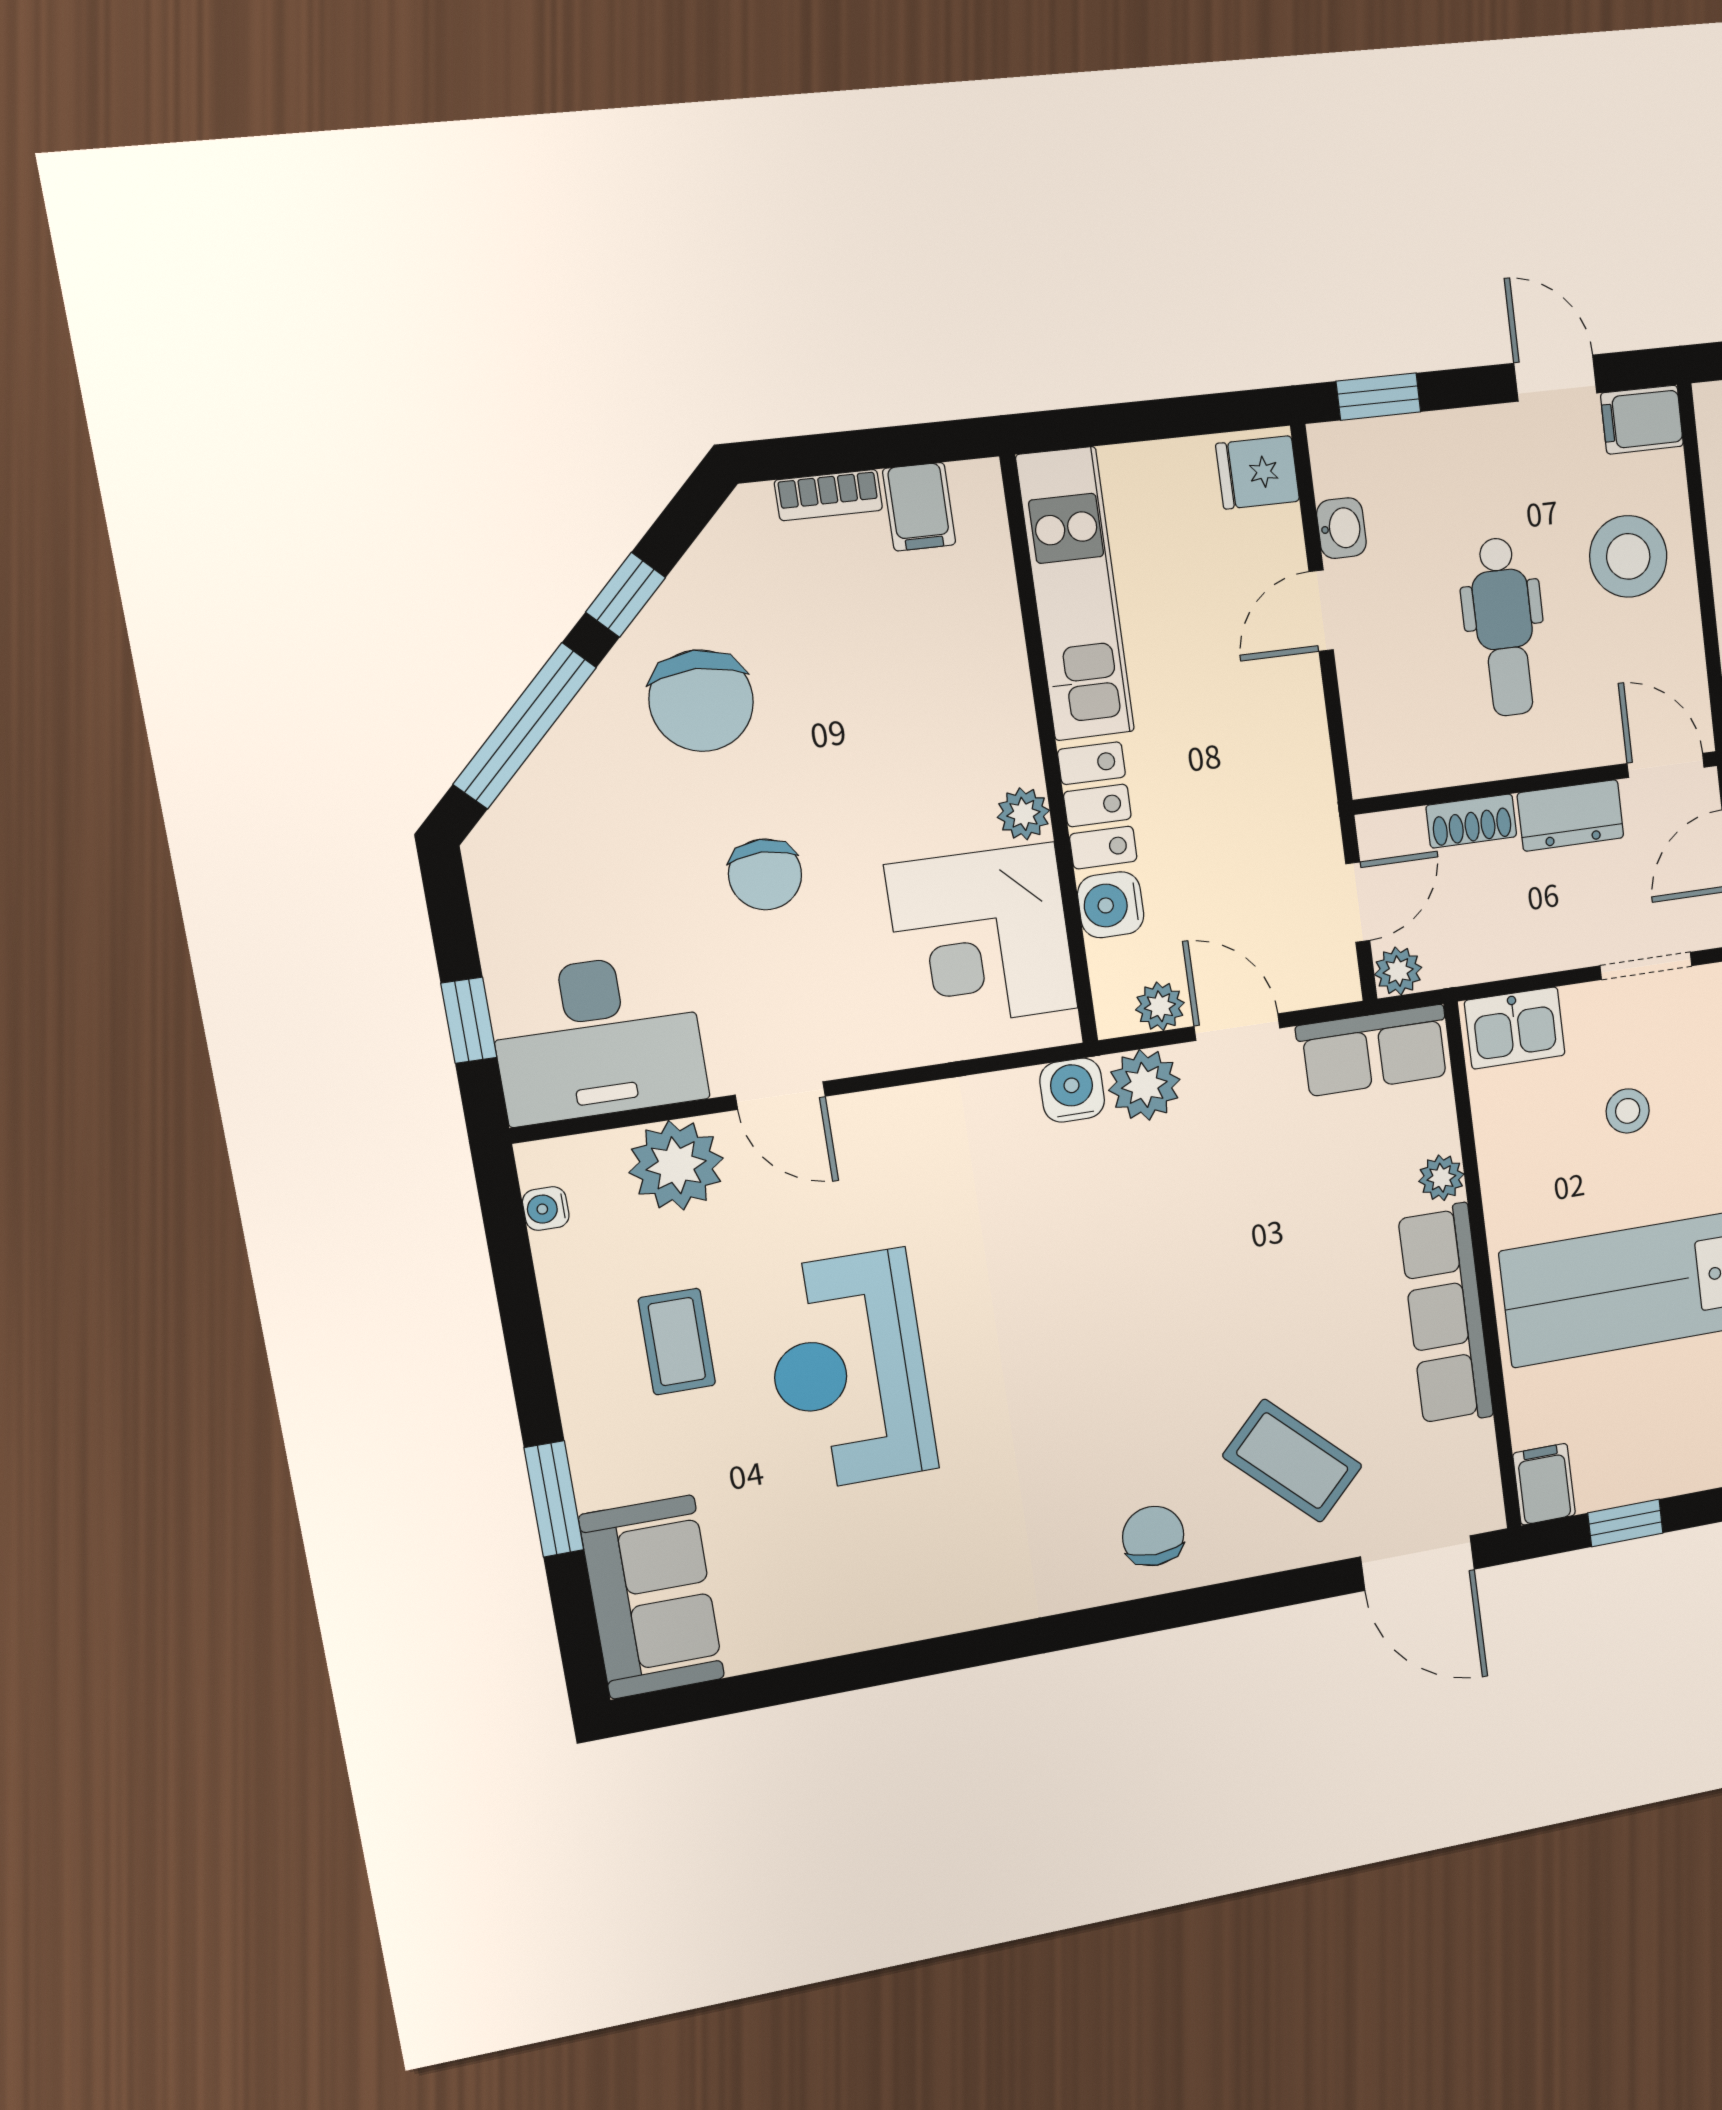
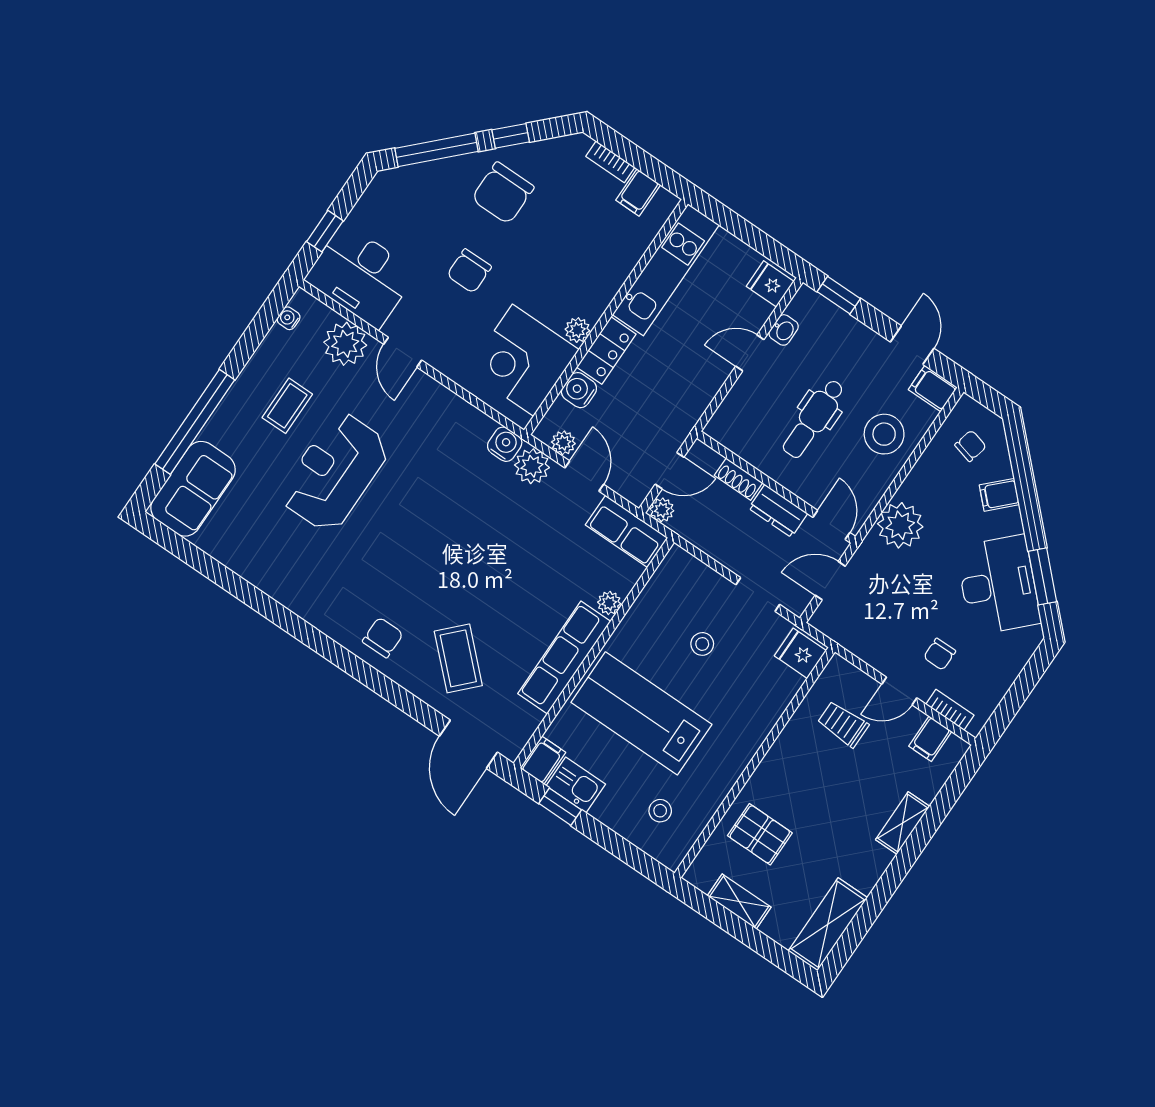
kitchen sink: (1515, 1028) -> (576, 785), moved, turned 180
window: (554, 1499) -> (195, 422), width x2.11

